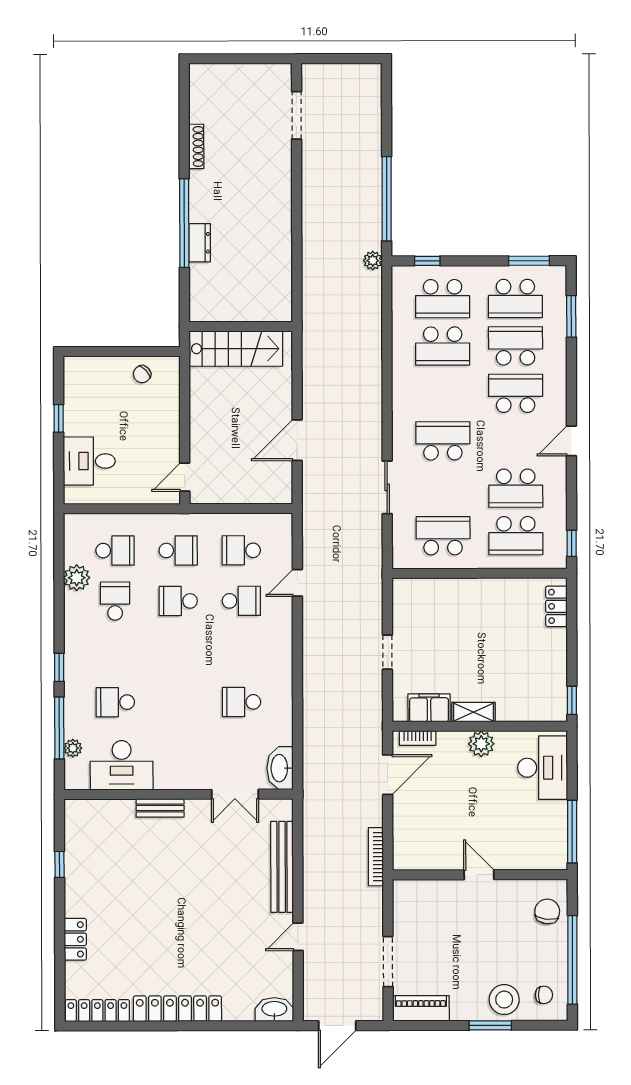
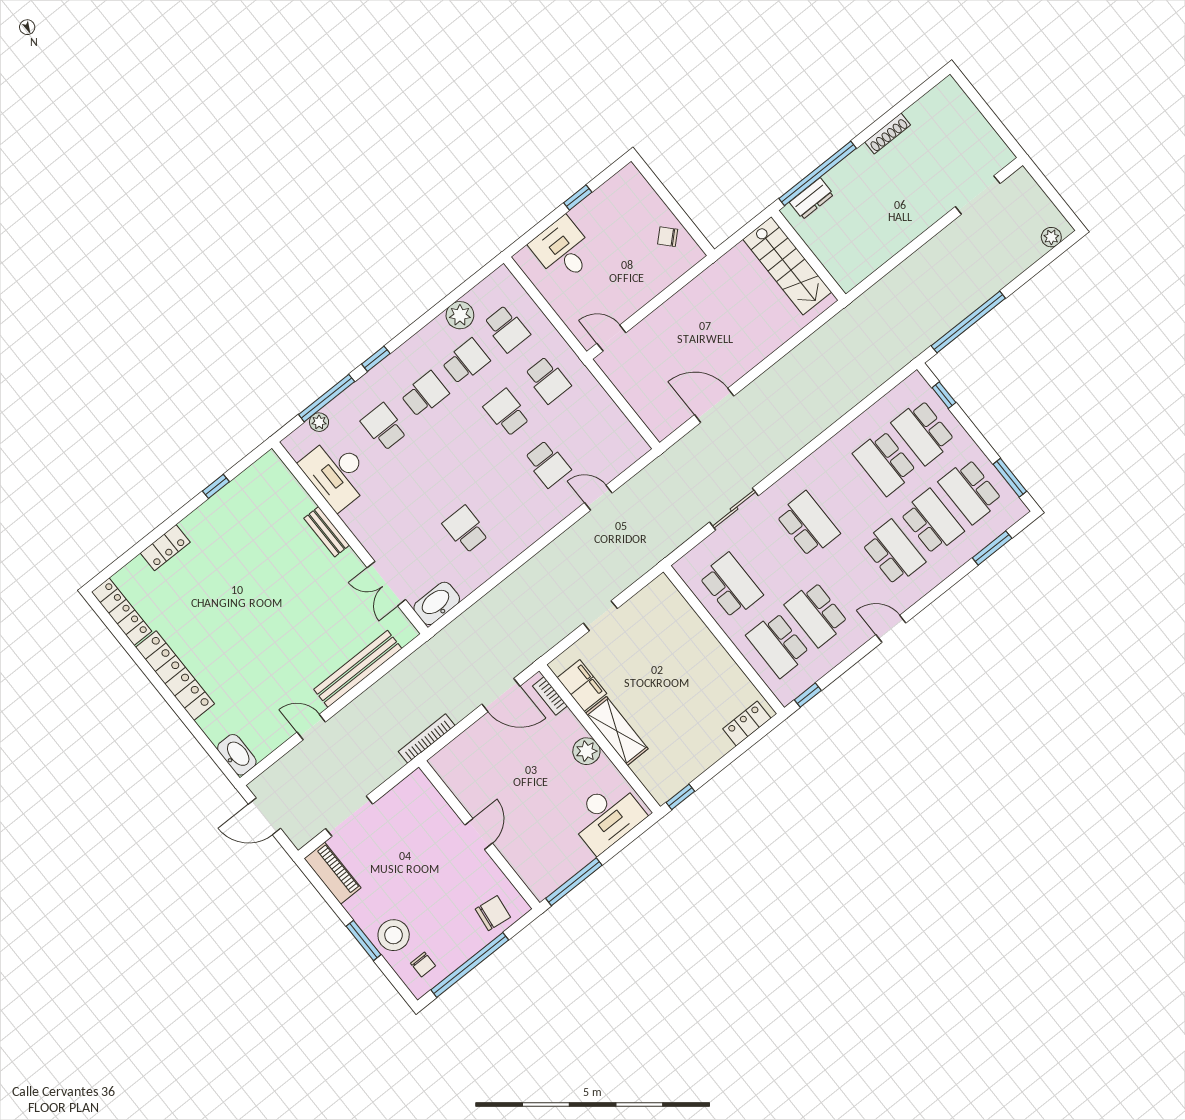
plant: (373, 261) -> (1051, 237), moved
wall: (241, 326) -> (808, 255), moved
stairs: (236, 349) -> (787, 266), moved
school desk: (241, 550) -> (425, 394), moved, turned 90
shelving: (473, 712) -> (617, 731), width x1.50, depth x1.33

